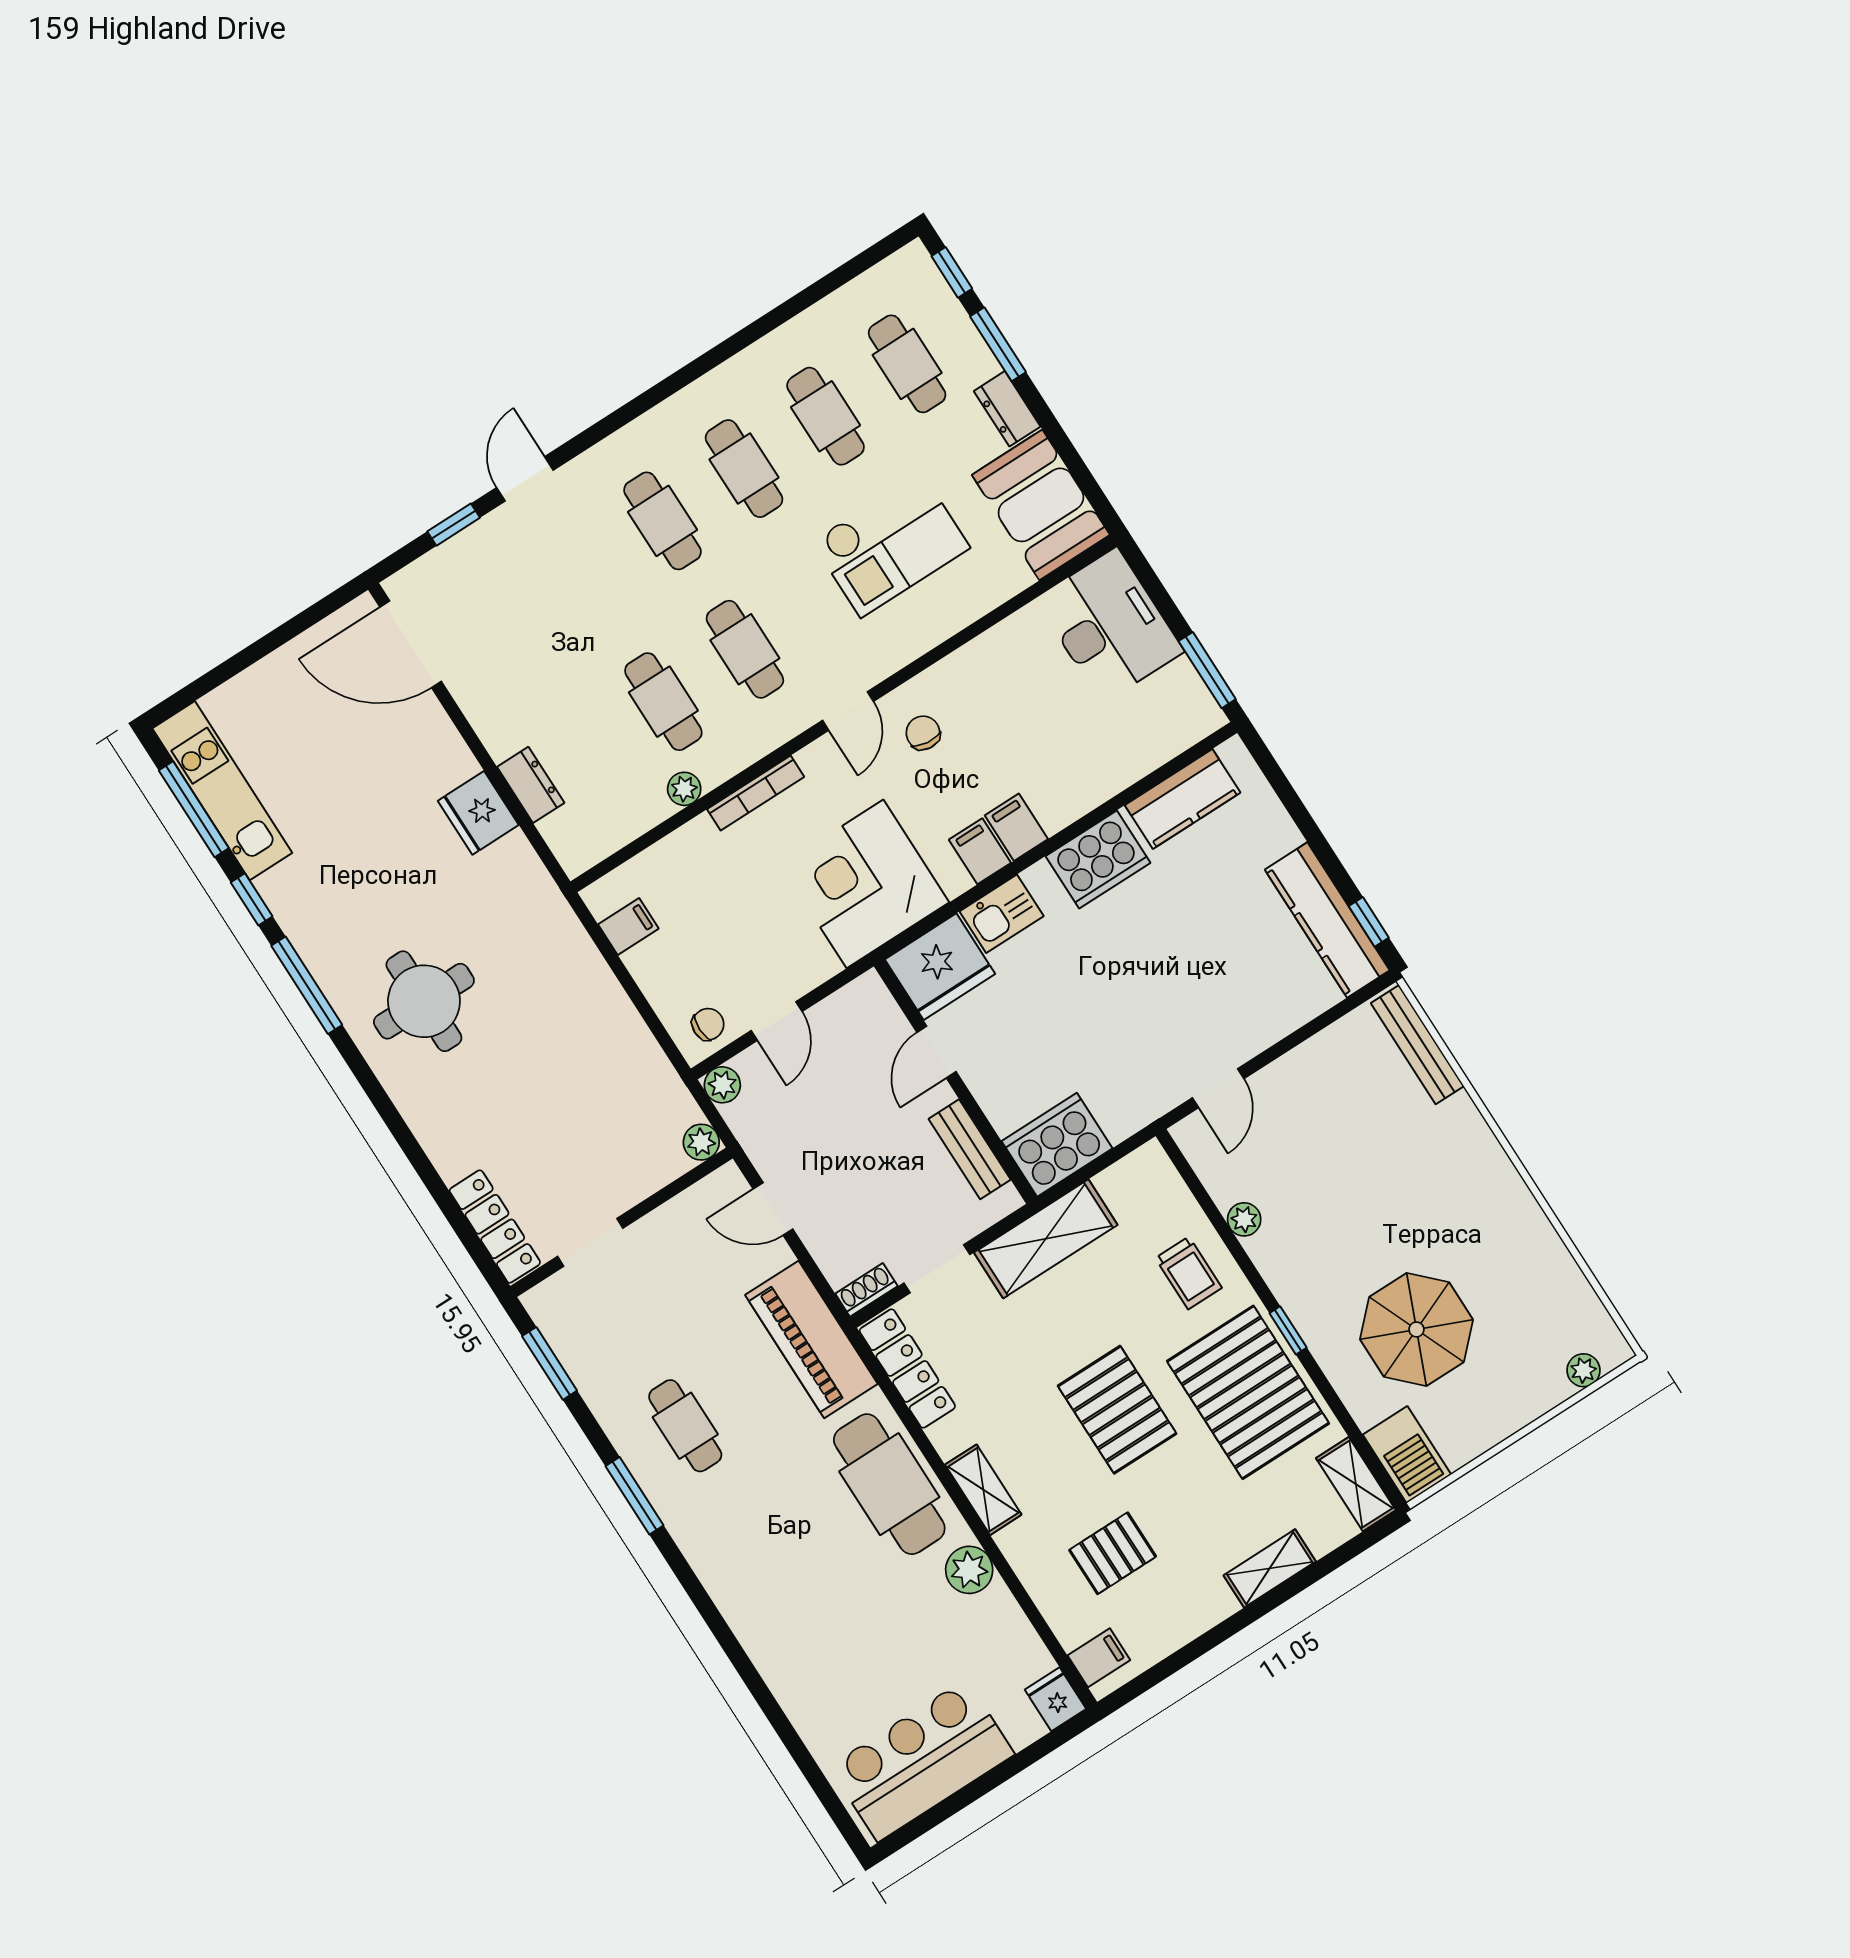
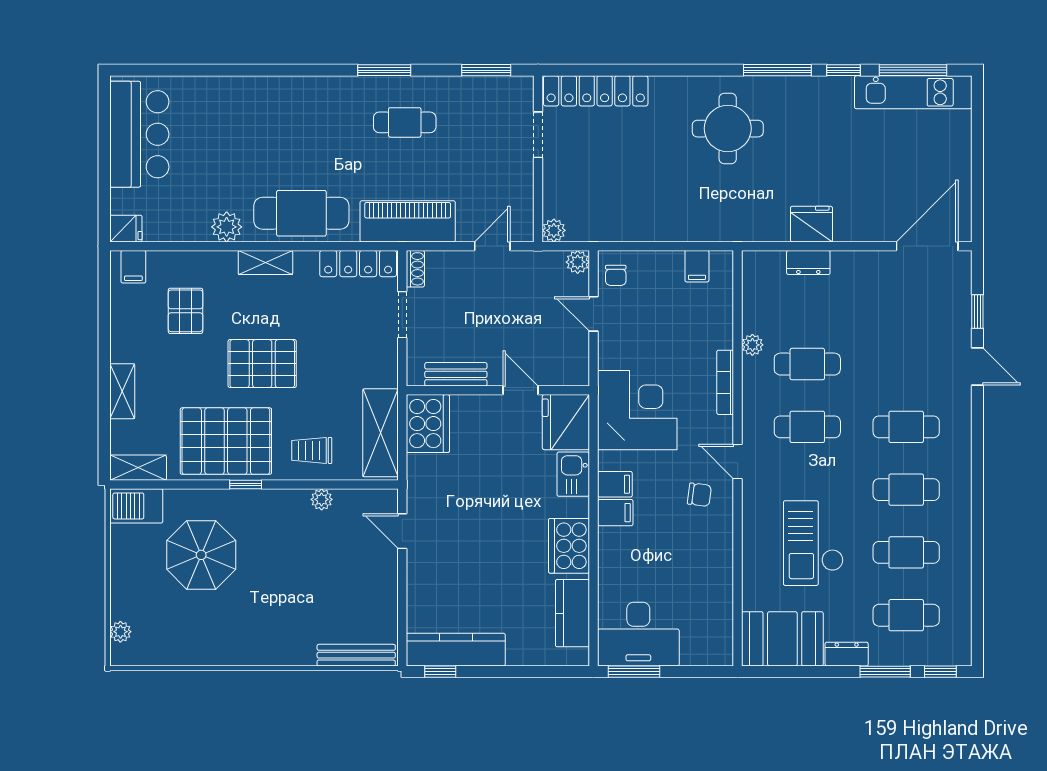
desk: (1110, 625) -> (638, 634), moved
locker: (495, 1227) -> (596, 91), width x1.41, depth x1.21
shelving: (1046, 1239) -> (380, 433), moved

